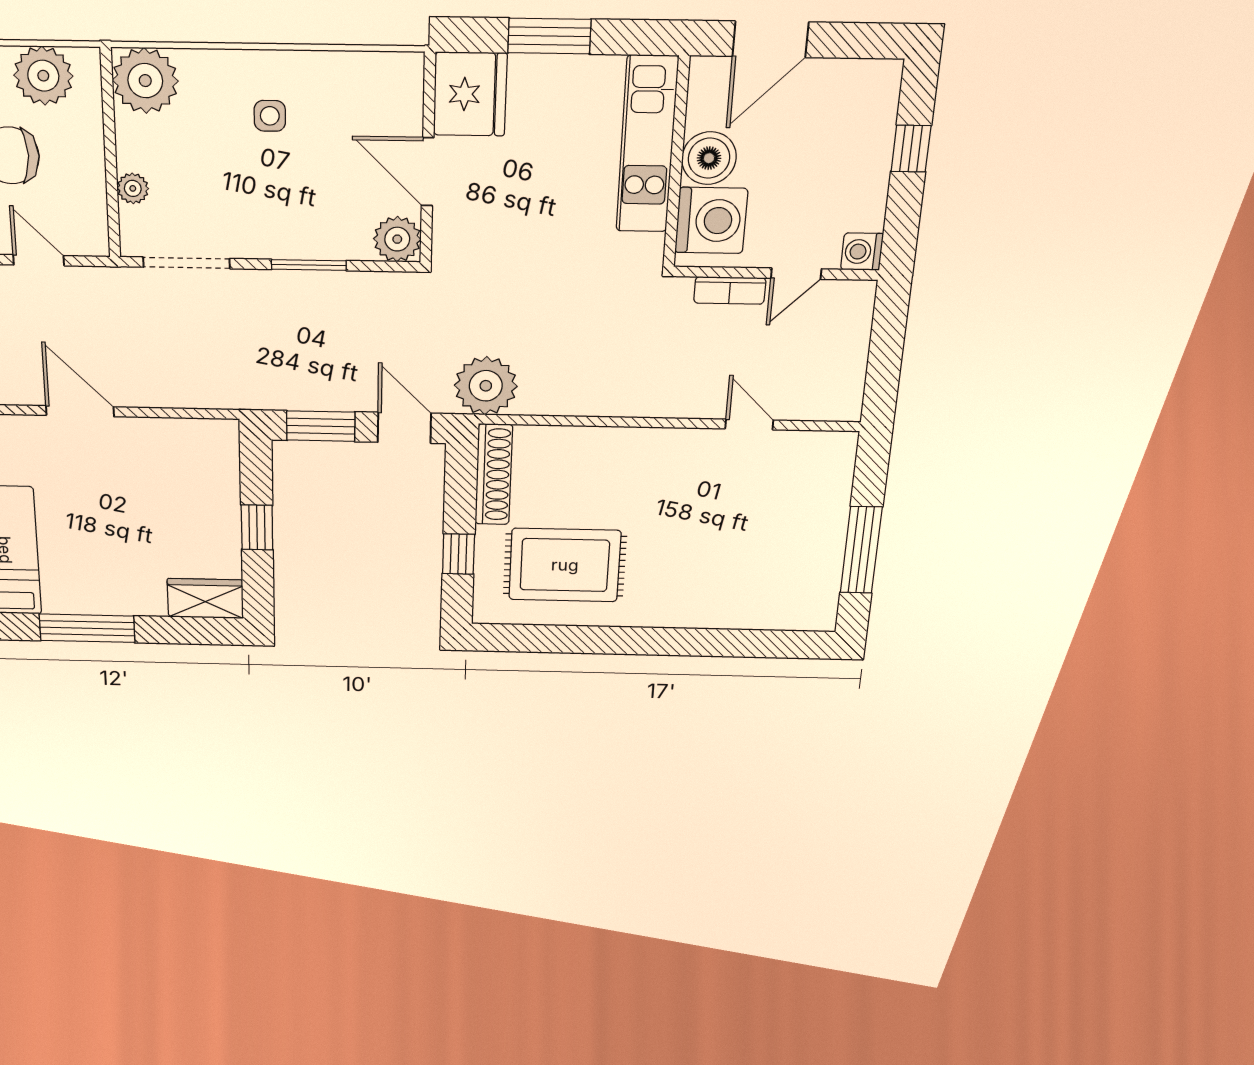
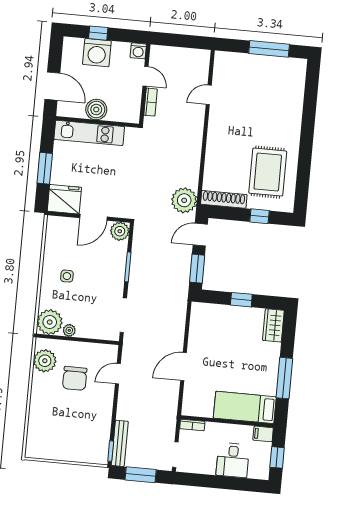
plant: (133, 188) -> (69, 330), moved
washing machine: (711, 220) -> (97, 53), moved, turned 180

